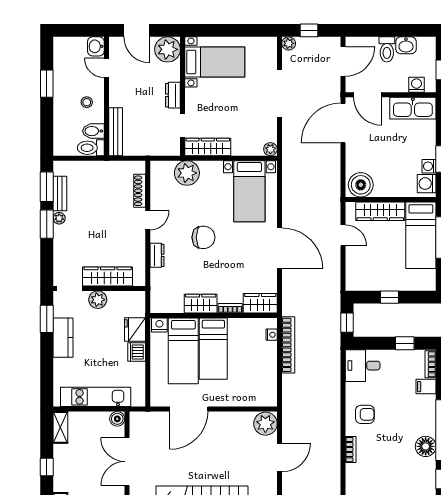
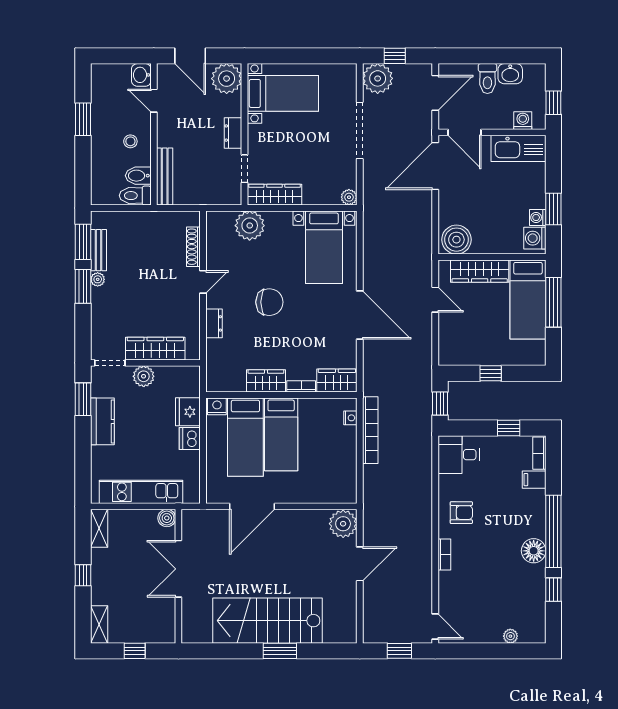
plant: (289, 43) -> (378, 78), width x1.87, depth x1.87

